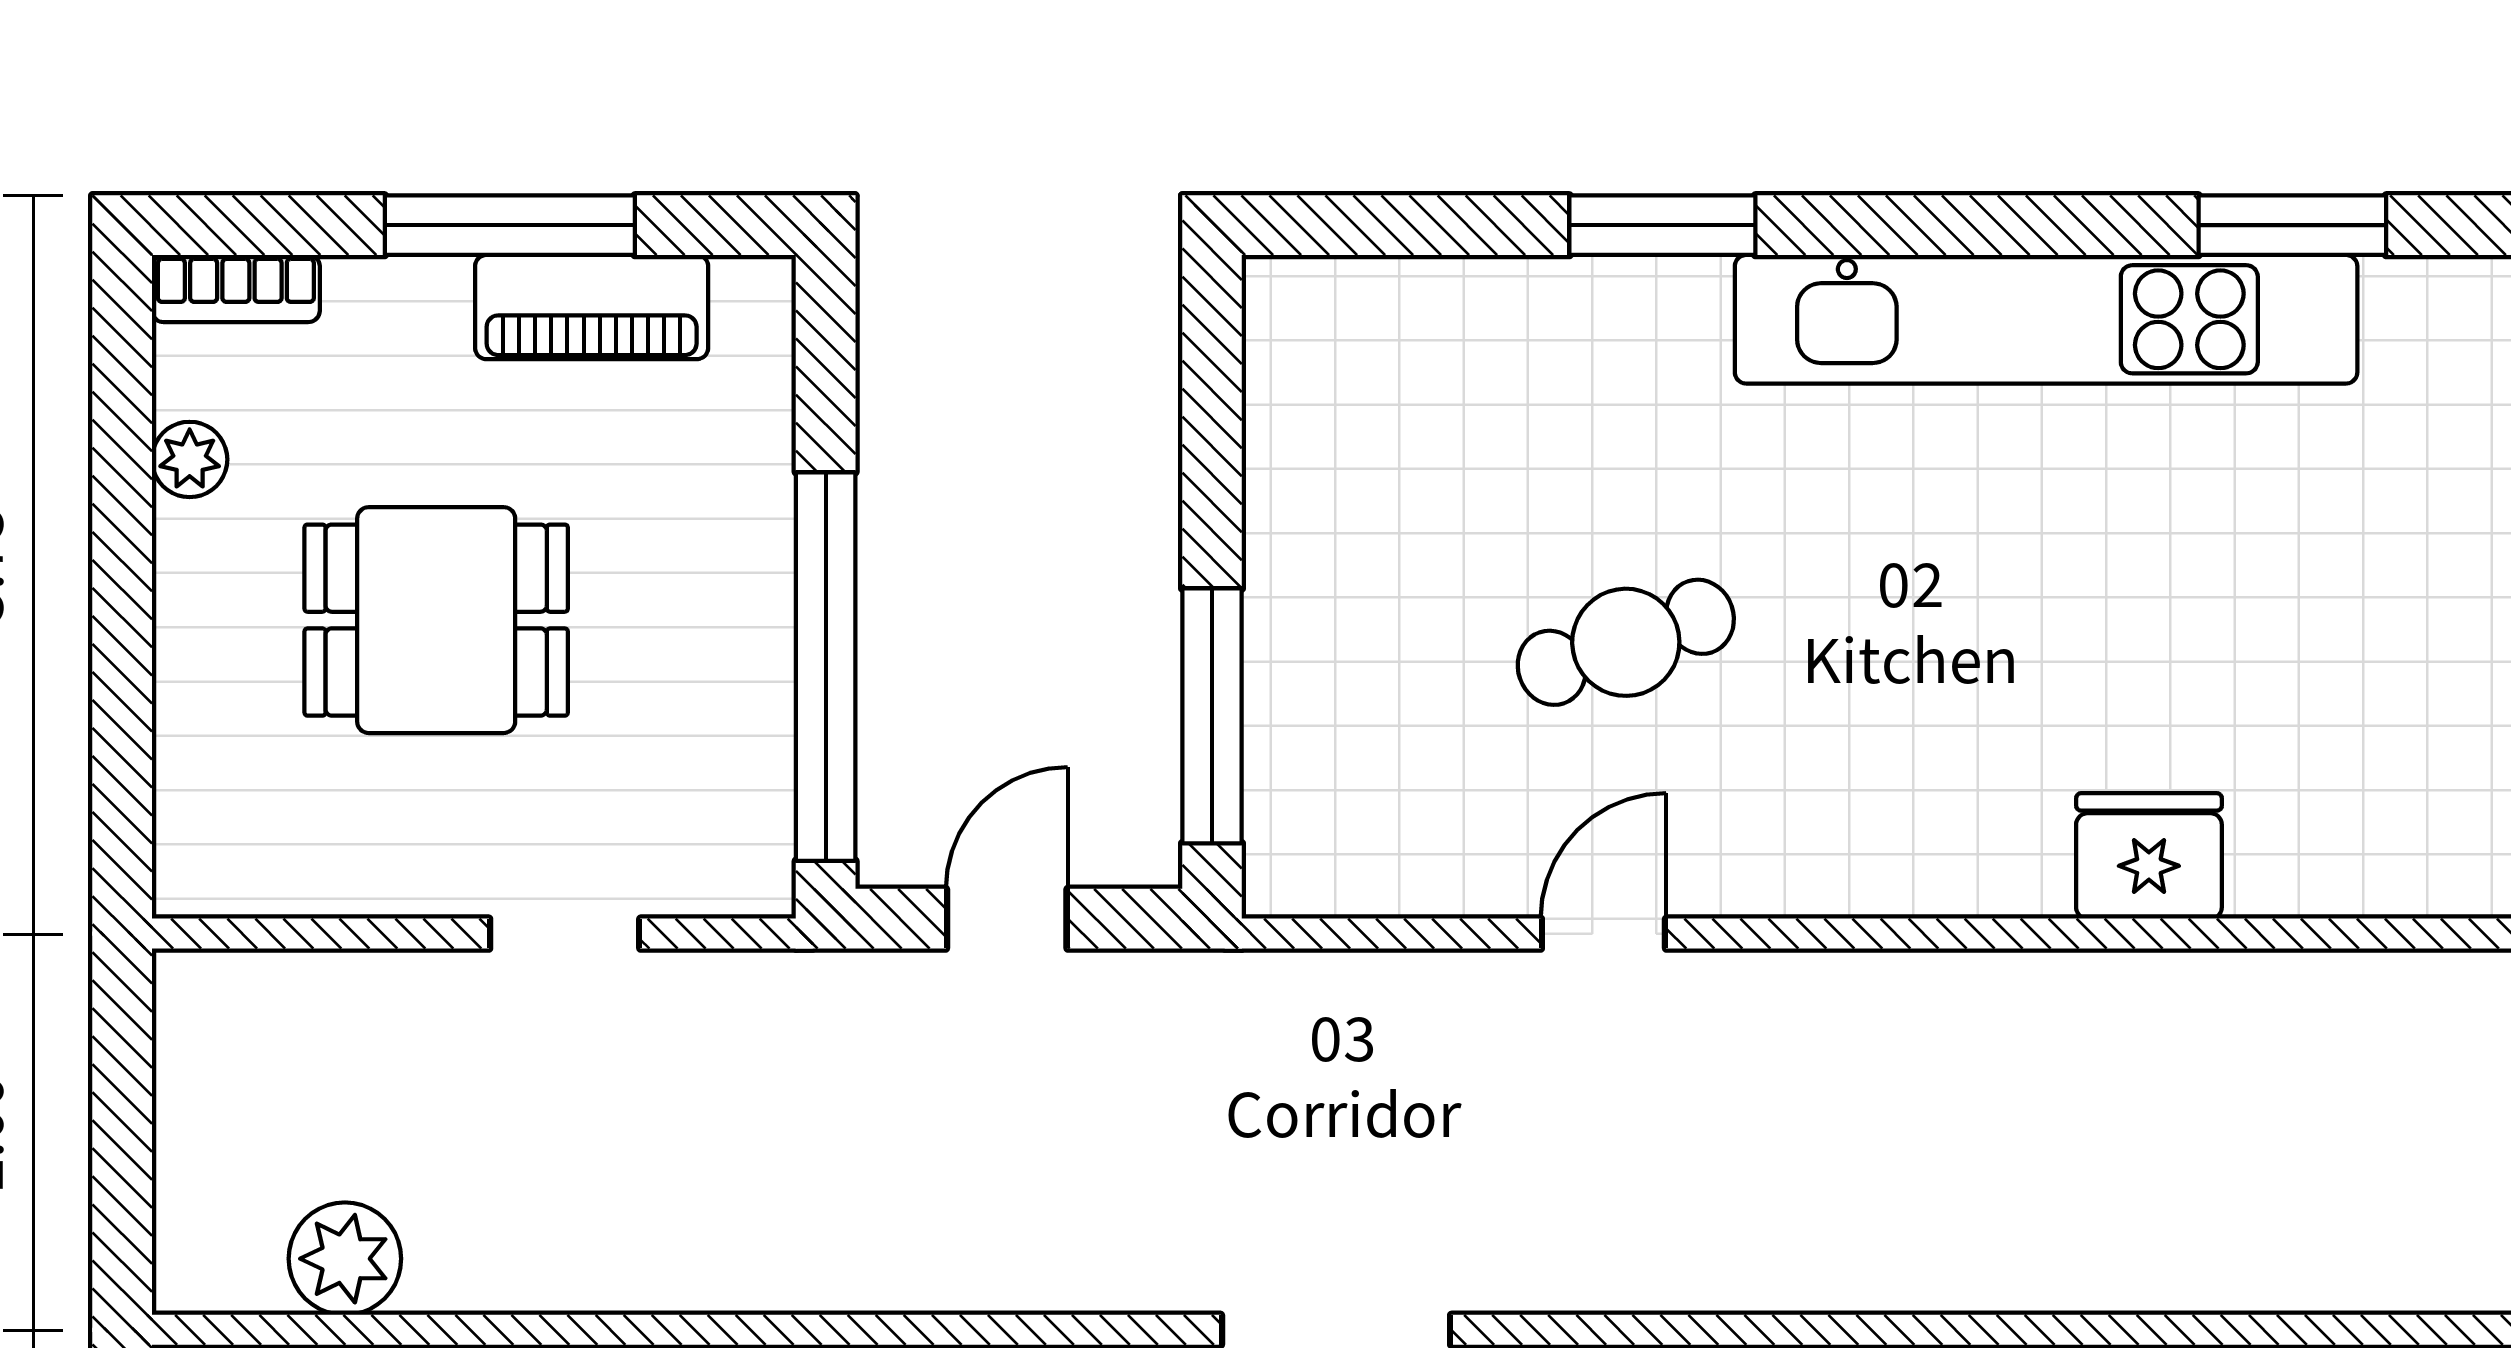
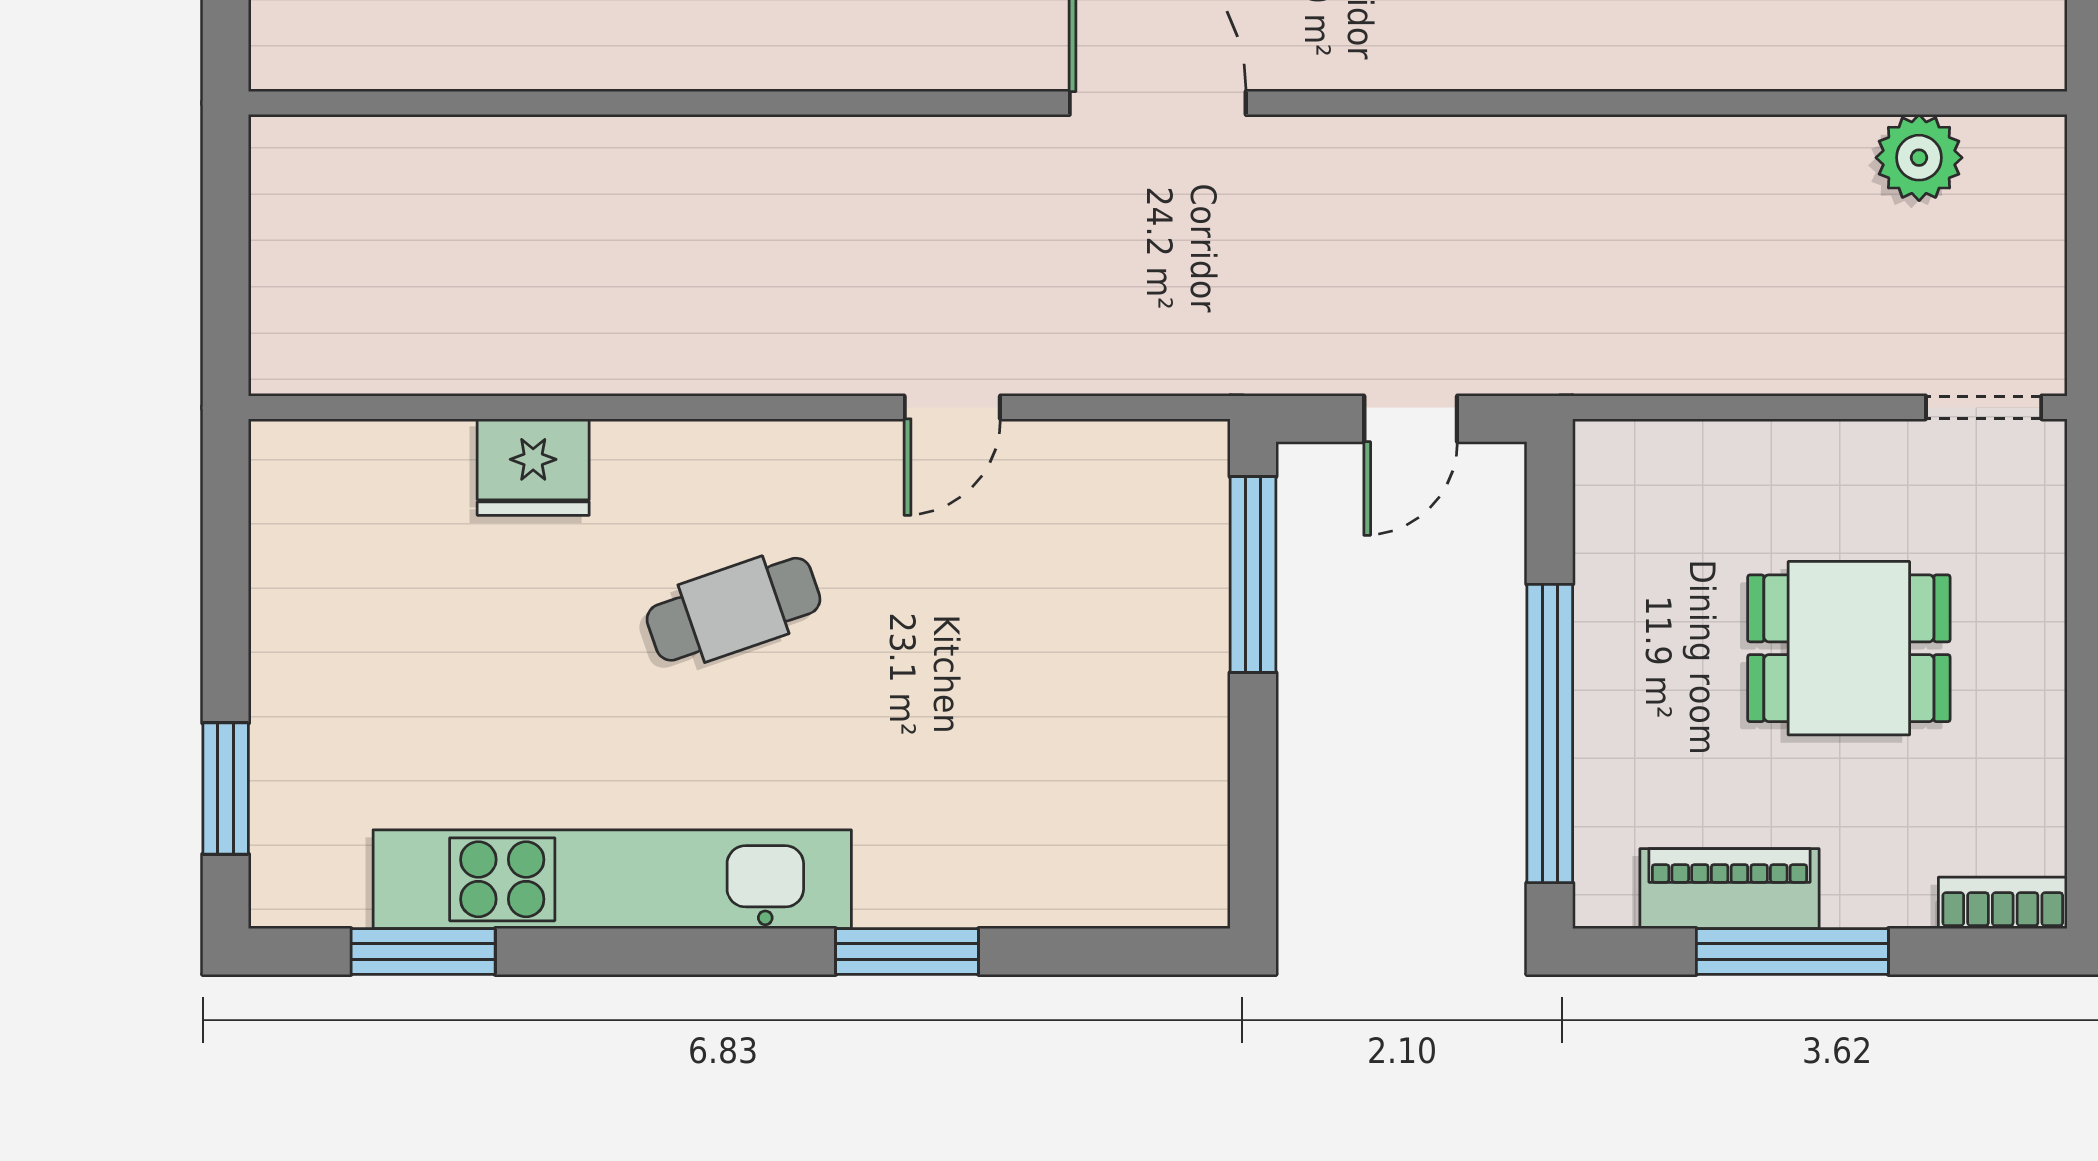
plant: (190, 459) -> (2038, 772), removed
cafe table: (1626, 642) -> (733, 609), moved
window: (826, 667) -> (1550, 733), moved
doorway: (565, 934) -> (1984, 407), moved

